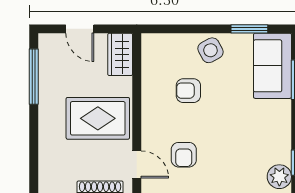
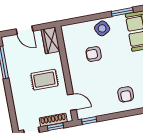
rug: (98, 118) -> (44, 80), width x0.73, depth x0.70
armchair: (184, 155) -> (126, 94), moved

